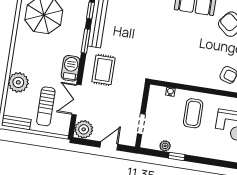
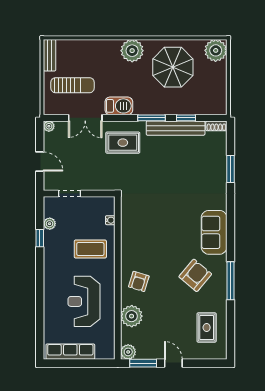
plant: (18, 82) -> (132, 51), moved
double door: (76, 100) -> (85, 118), swing flipped
sun lounger: (46, 106) -> (73, 85), turned 180
plant: (84, 129) -> (49, 126), width x0.53, depth x0.53

